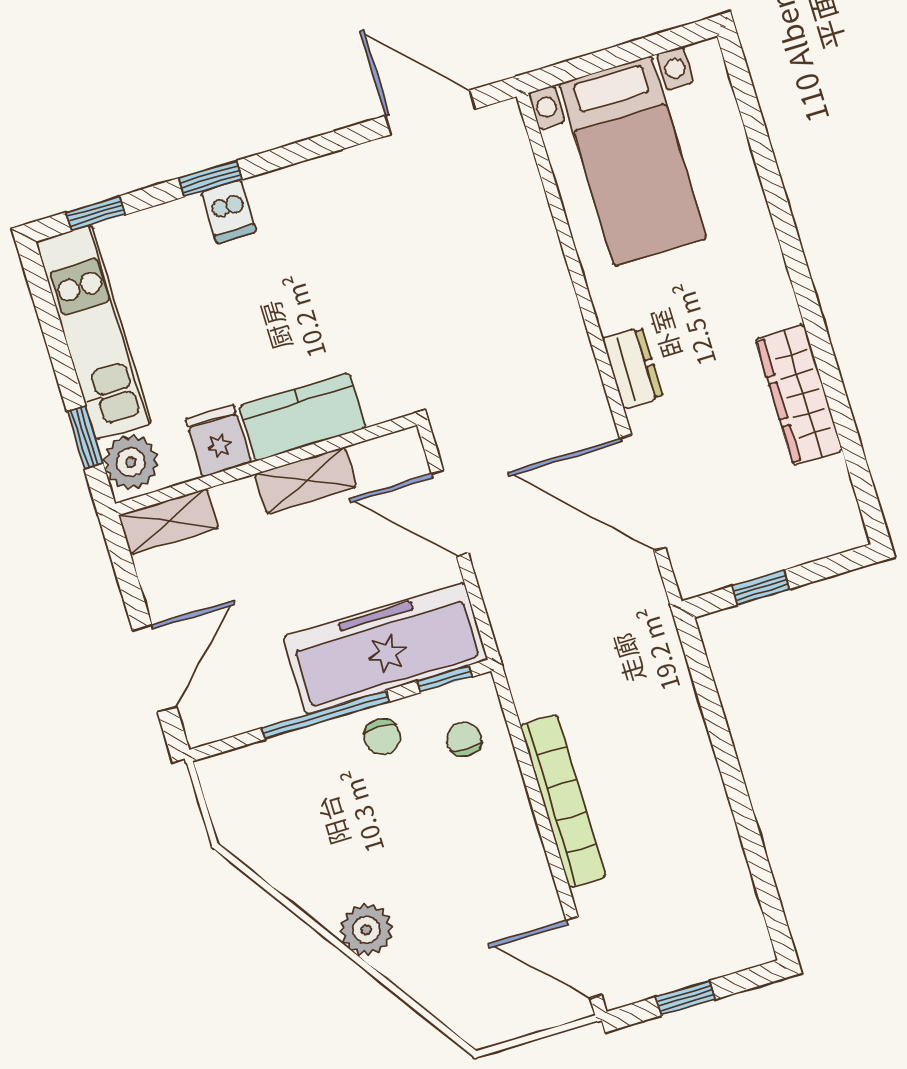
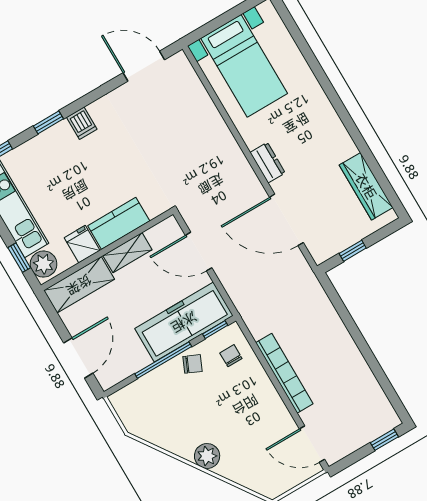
dishwasher: (229, 212) -> (82, 123), moved
wardrobe: (799, 395) -> (366, 186), moved
shelving: (168, 521) -> (79, 285), width x1.50, depth x1.33
chair: (382, 737) -> (193, 364), turned -66
window: (685, 998) -> (384, 440), moved

